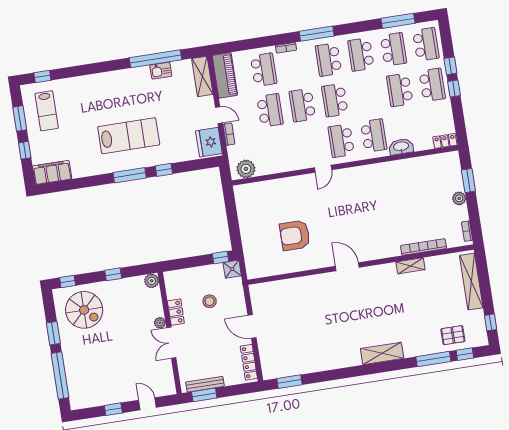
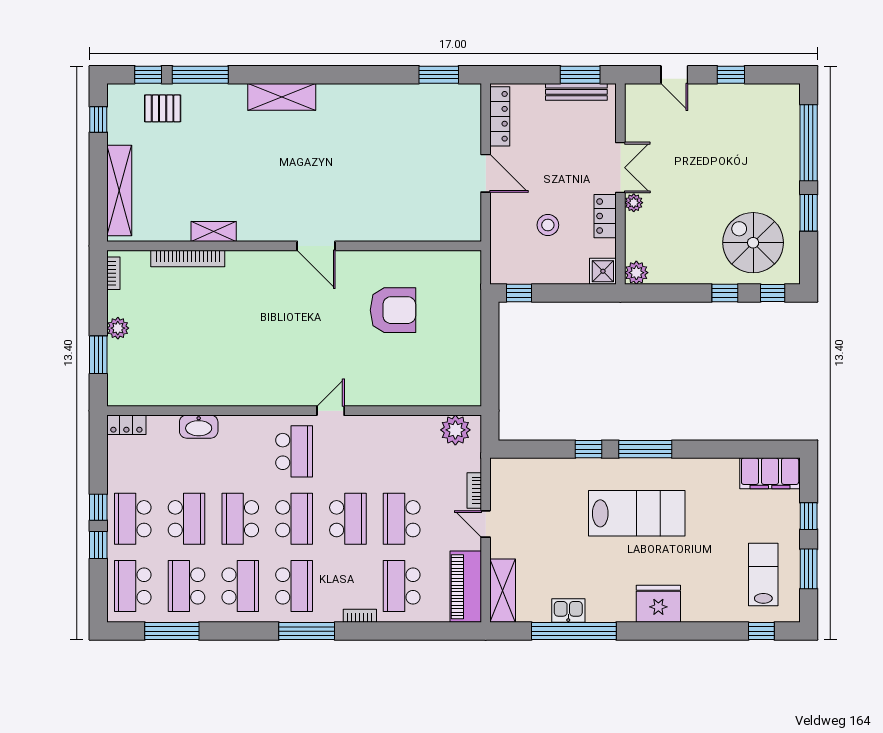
lab bench: (129, 136) -> (637, 513), turned 180
school desk: (374, 136) -> (240, 519), moved
fridge: (209, 142) -> (658, 604), moved, turned -90
shower: (232, 269) -> (603, 271), moved
window: (113, 274) -> (725, 293), moved

